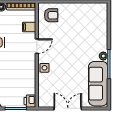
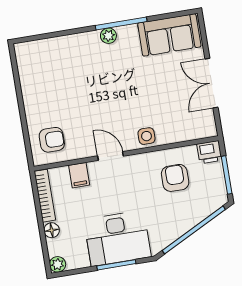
armchair: (51, 15) -> (52, 140), turned 90
armchair: (19, 80) -> (175, 178), added
sofa: (98, 84) -> (169, 35), width x0.73

